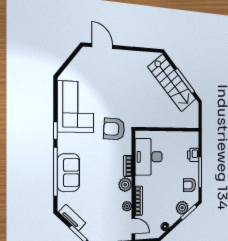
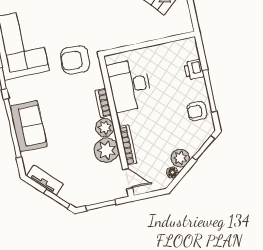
plant: (127, 206) -> (106, 150), width x1.88, depth x1.88
plant: (182, 208) -> (180, 158), moved

